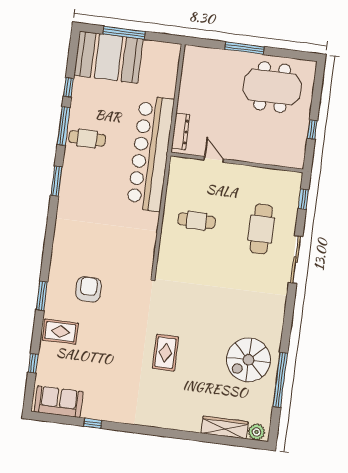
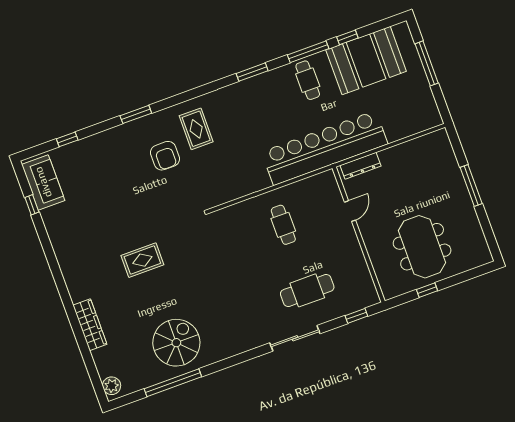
booth: (108, 57) -> (366, 61), moved, turned 90
meeting table: (272, 87) -> (422, 247), moved
armchair: (89, 289) -> (165, 156), turned 90
rug: (60, 332) -> (196, 129), moved
spiral stairs: (249, 360) -> (176, 343), turned 90
window: (93, 423) -> (32, 205), moved
wardrobe: (225, 428) -> (90, 325), moved

